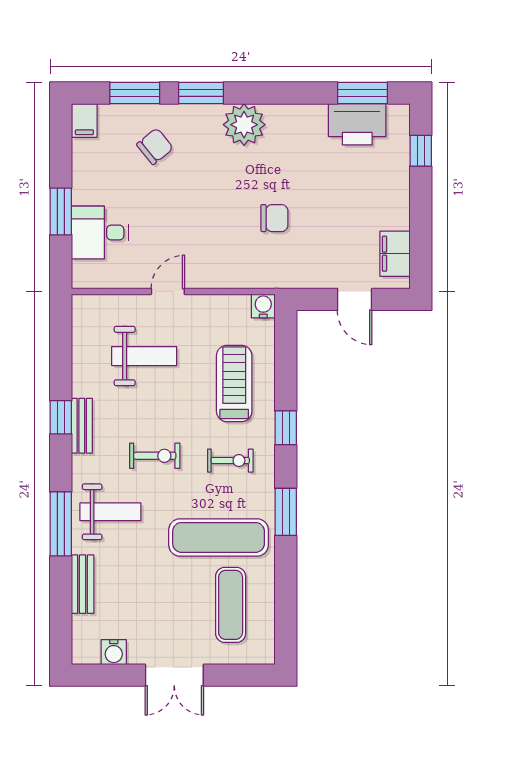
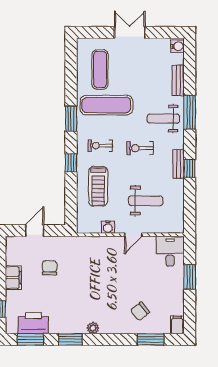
window: (201, 93) -> (70, 339), moved
plant: (244, 125) -> (93, 328), width x0.53, depth x0.53
chair: (274, 218) -> (50, 268), moved, turned 90
desk: (100, 233) -> (170, 251), moved, turned -90
filing cabinet: (395, 254) -> (13, 278), moved
door: (355, 299) -> (35, 231), hinge flipped
water cooler: (263, 306) -> (108, 227), moved
weight bench: (144, 356) -> (146, 201), turned 180
water cooler: (114, 652) -> (177, 46), moved, turned 90

